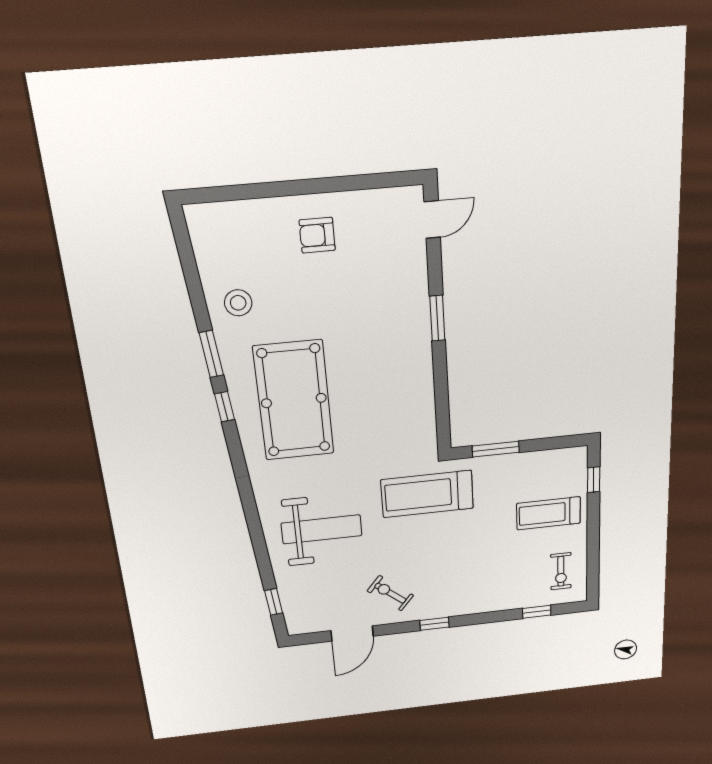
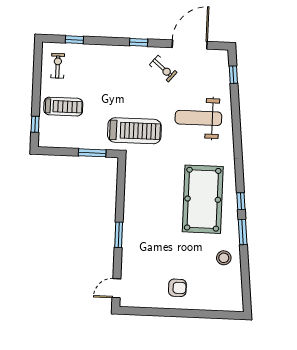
door: (352, 633) -> (190, 44), width x1.36

